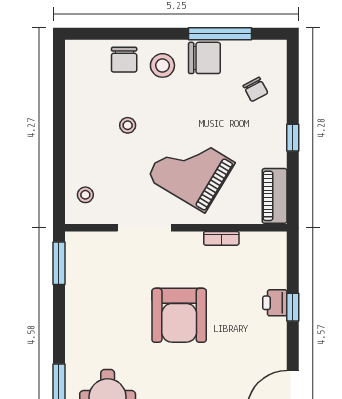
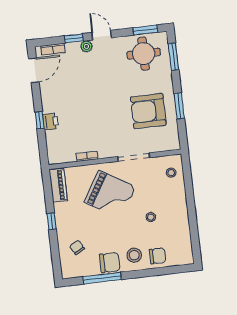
chair: (204, 58) -> (110, 263), turned 180
chair: (124, 60) -> (157, 256), turned 90
window: (59, 263) -> (179, 106), moved
armchair: (179, 315) -> (148, 111), moved, turned -90

